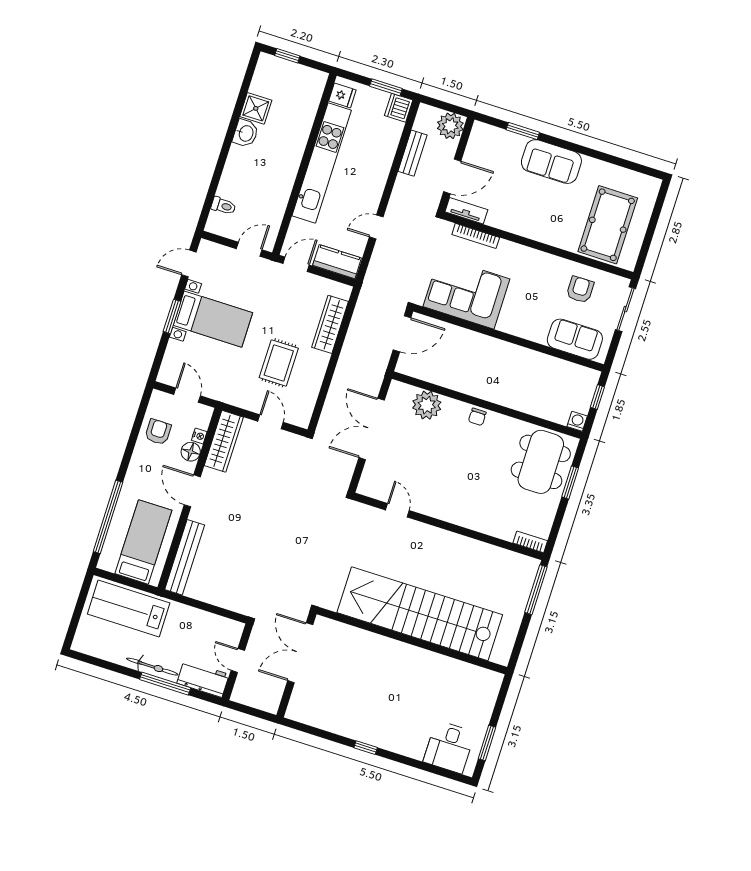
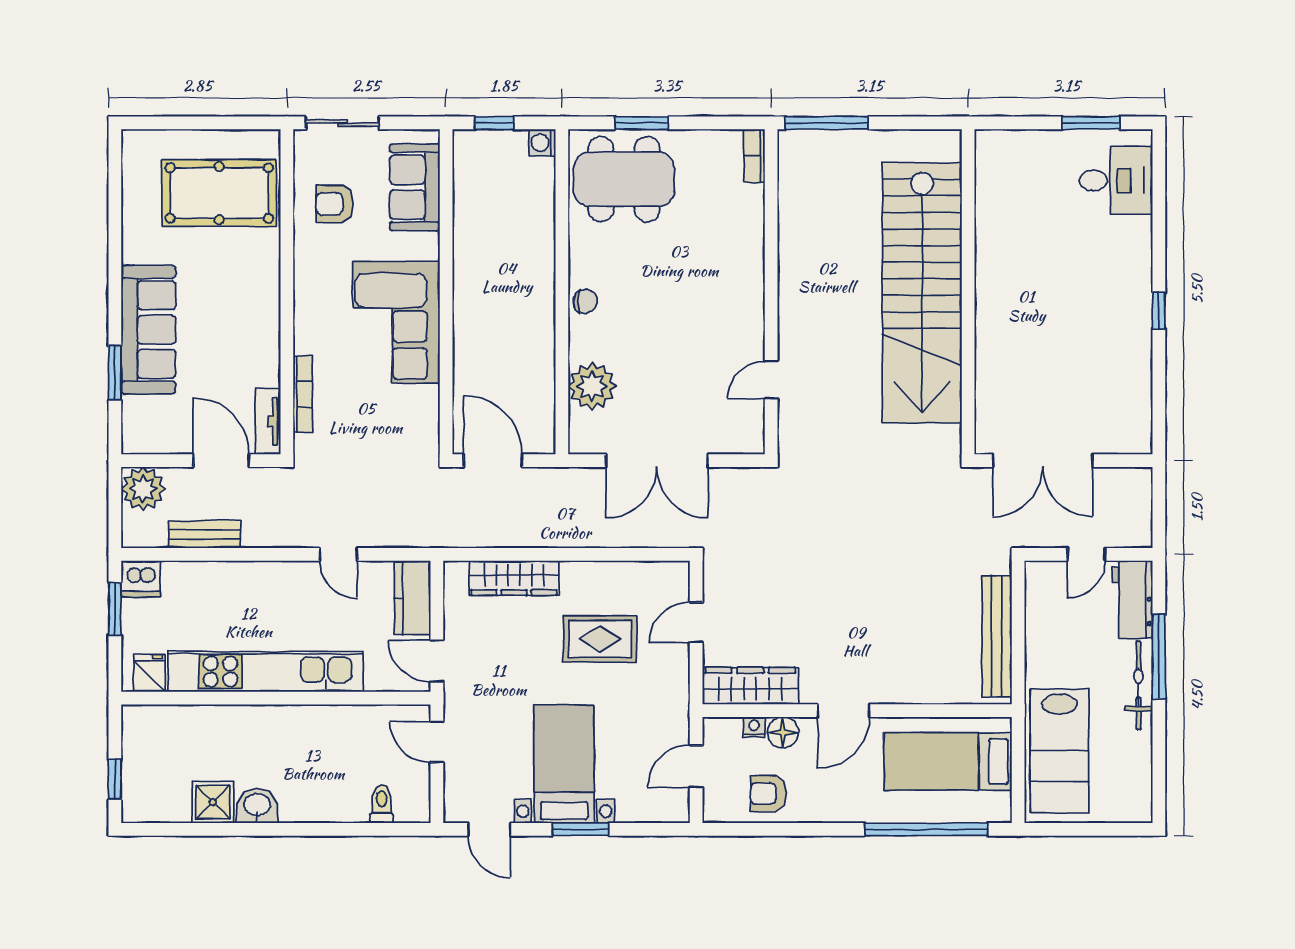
sofa: (551, 162) -> (148, 330), width x1.36
corner sofa: (466, 293) -> (396, 322), moved
bench: (185, 557) -> (997, 636), moved, turned 90

